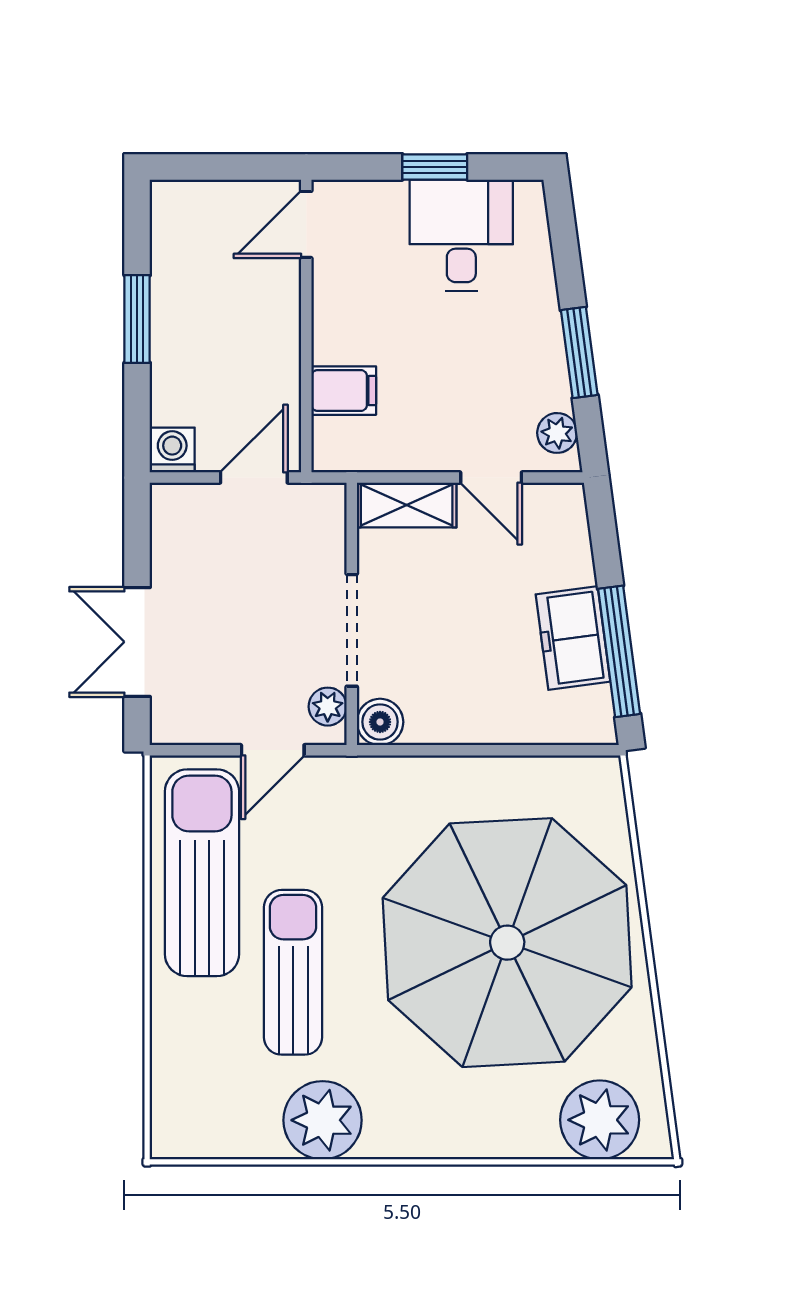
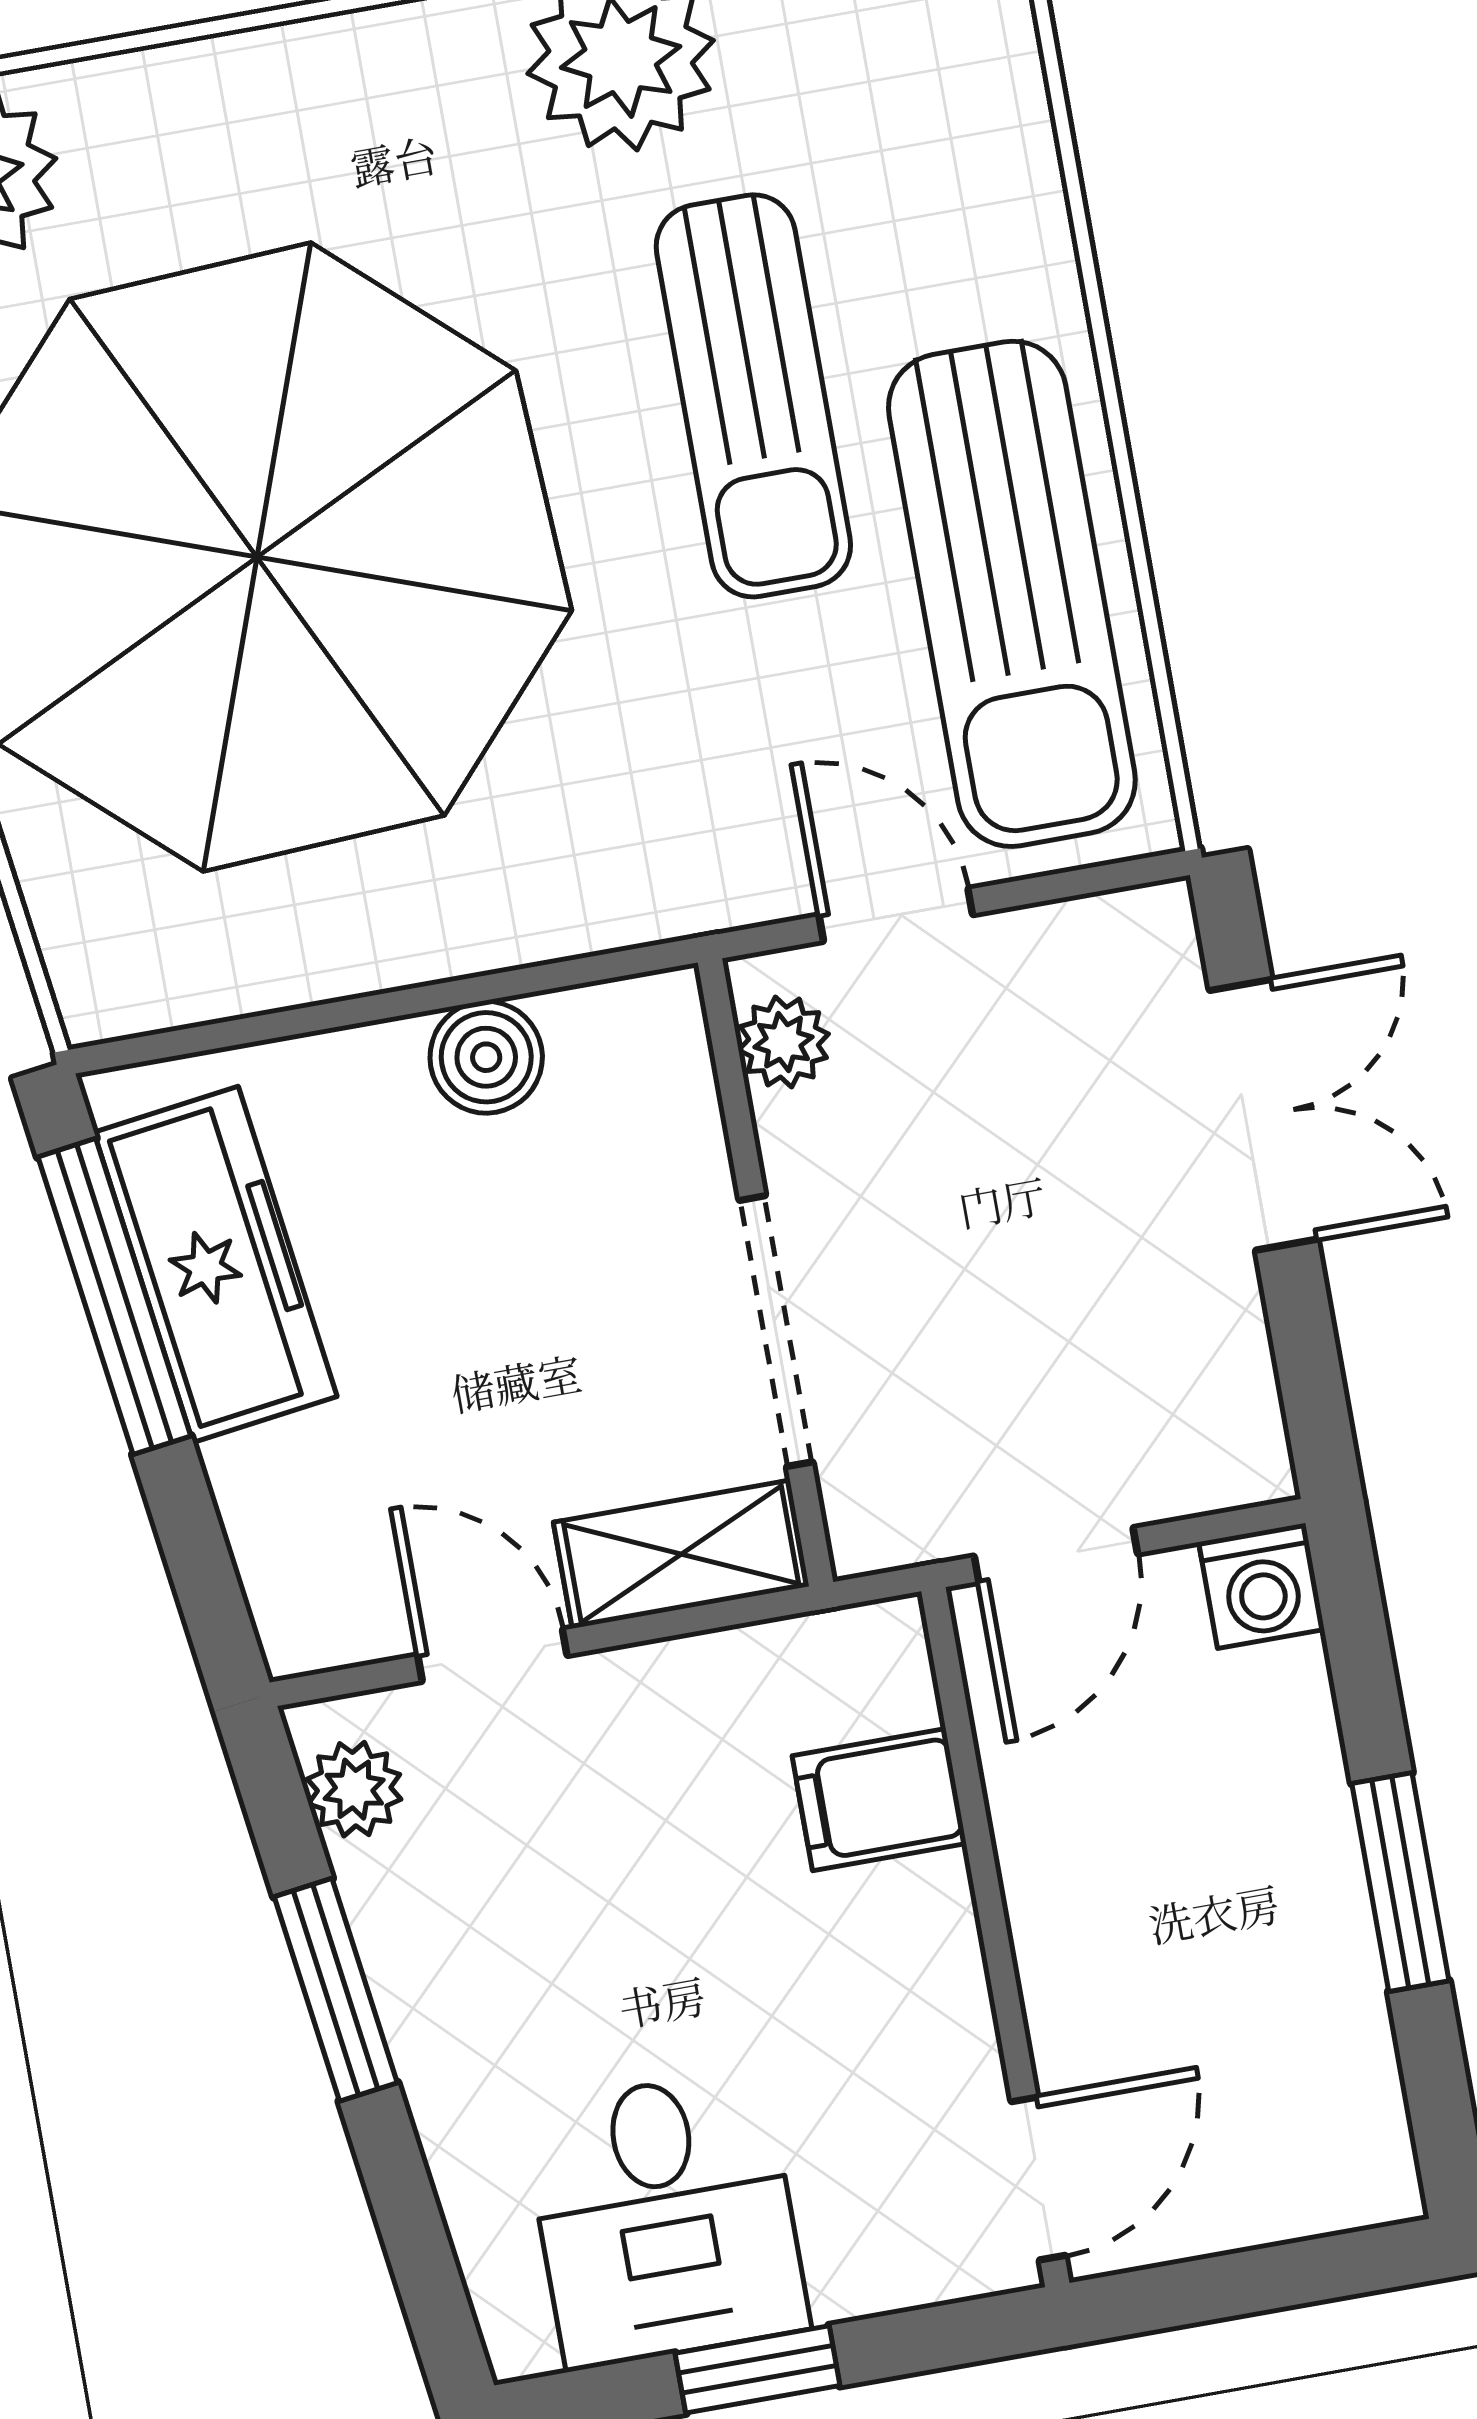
doorway: (352, 630) -> (776, 1331), moved
freezer: (573, 638) -> (216, 1264), width x1.40
boiler: (380, 722) -> (486, 1057), moved
door: (273, 750) -> (896, 915), hinge flipped

